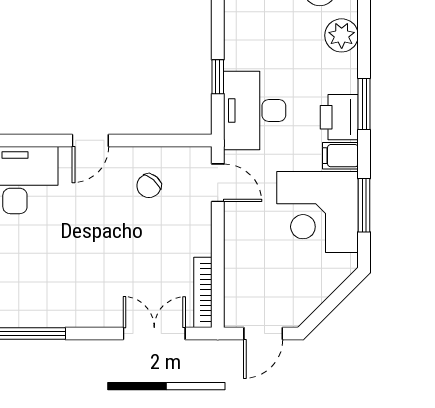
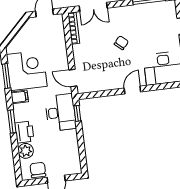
window: (218, 77) -> (77, 113), moved
printer: (339, 117) -> (24, 132), moved
chair: (149, 186) -> (121, 43), moved

